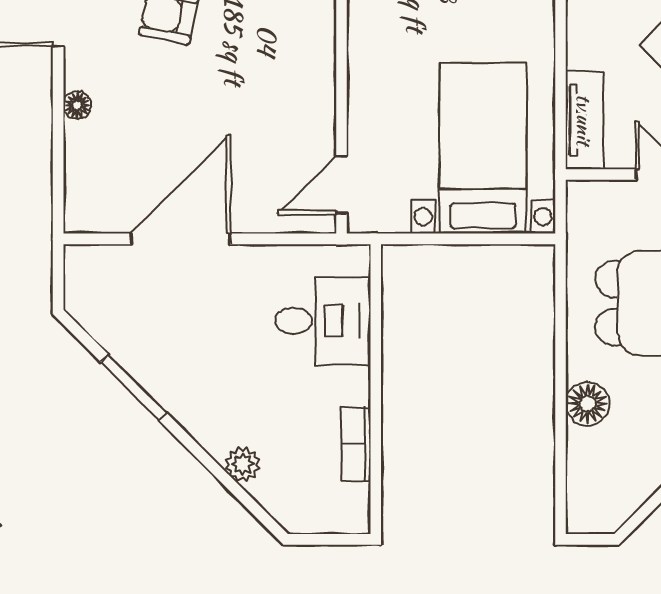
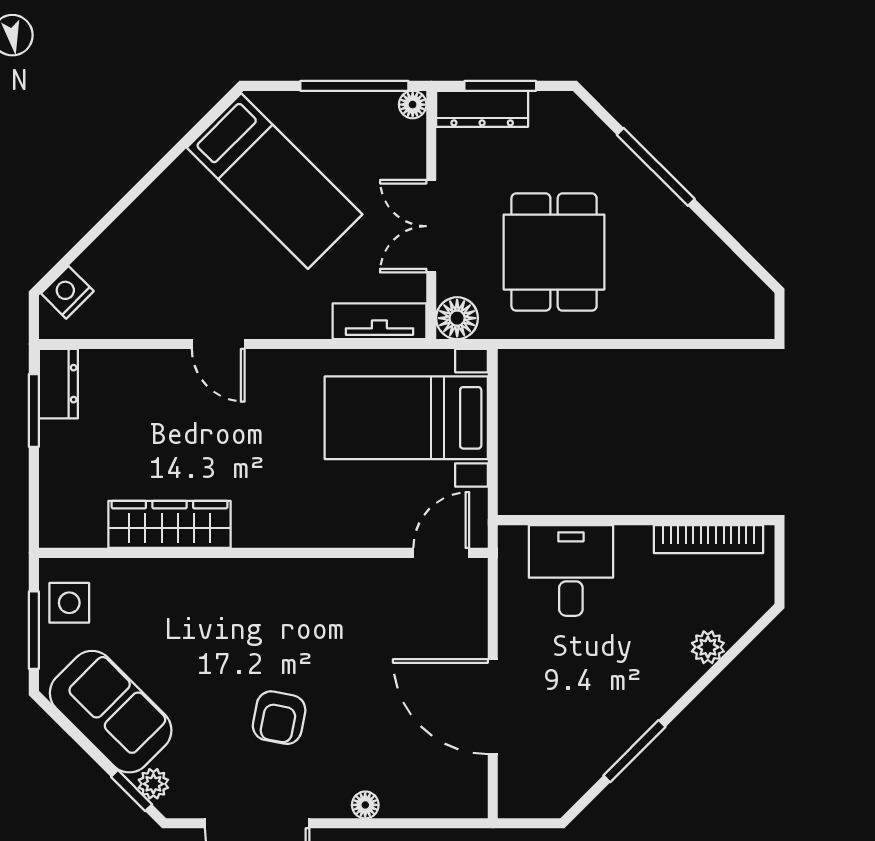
door: (341, 185) -> (441, 553), swing flipped
floor lamp: (587, 404) -> (457, 318), moved
bookcase: (356, 444) -> (708, 539), width x1.56

